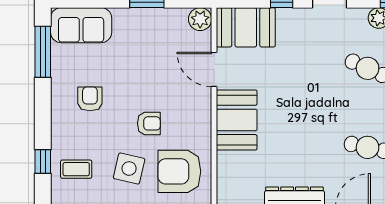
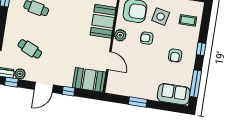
plant: (200, 19) -> (120, 35), moved
booth: (237, 120) -> (103, 21), moved
window: (43, 161) -> (201, 49), moved

